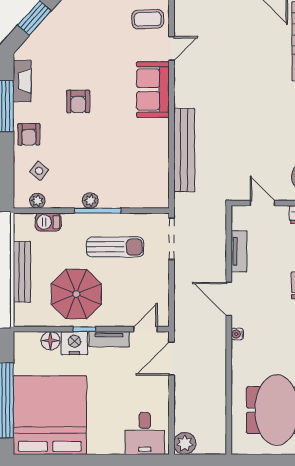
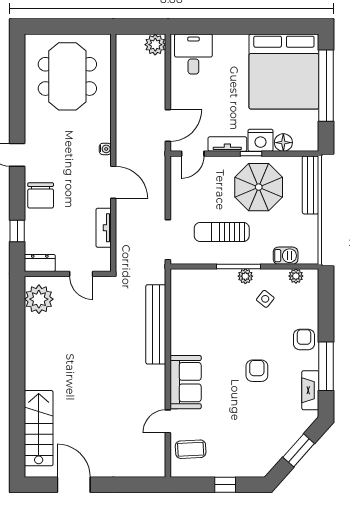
side table: (39, 171) -> (265, 299), moved
bench: (22, 272) -> (311, 185), moved

